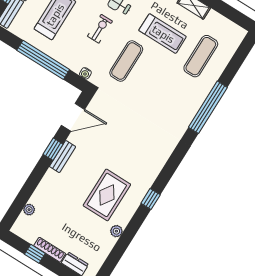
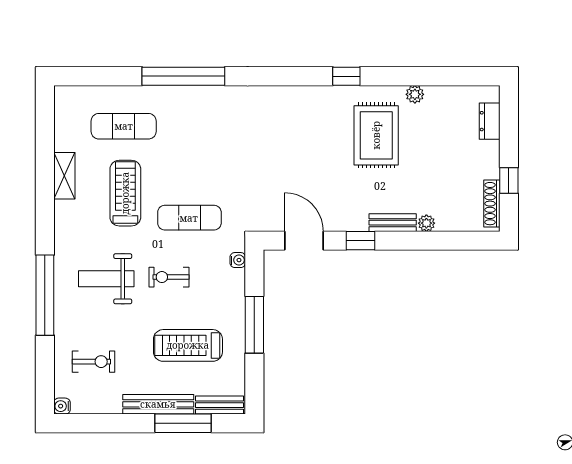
window: (43, 60) -> (254, 325), width x0.68
bench: (63, 157) -> (393, 223), moved
rug: (107, 195) -> (376, 135), turned 90
plant: (29, 210) -> (426, 223), moved
shoe rack: (50, 250) -> (492, 204), moved

